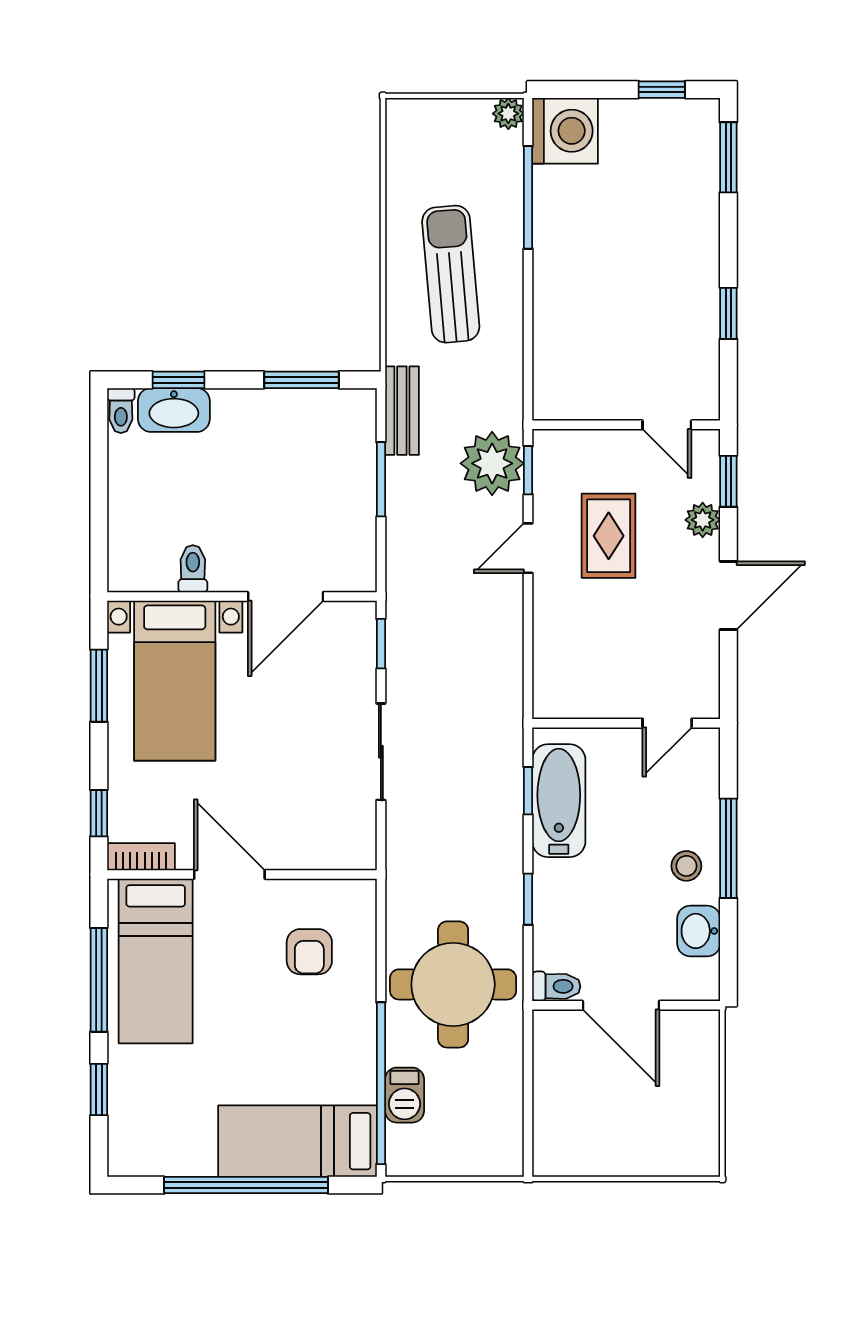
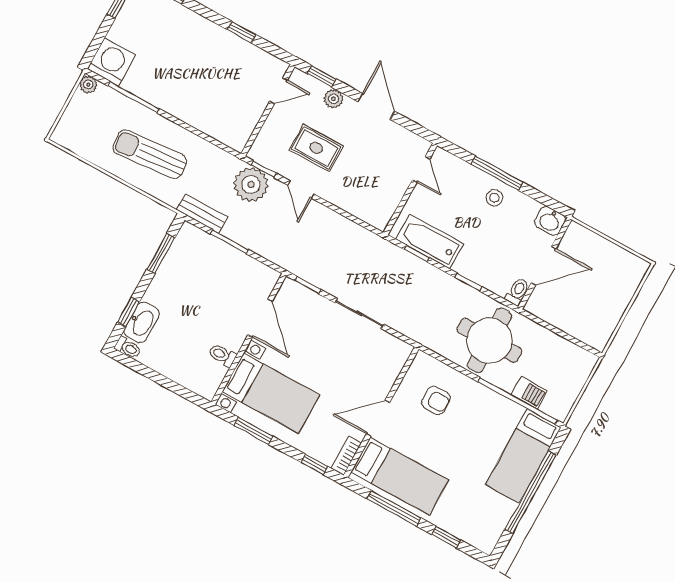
washbasin: (699, 931) -> (550, 221), moved

